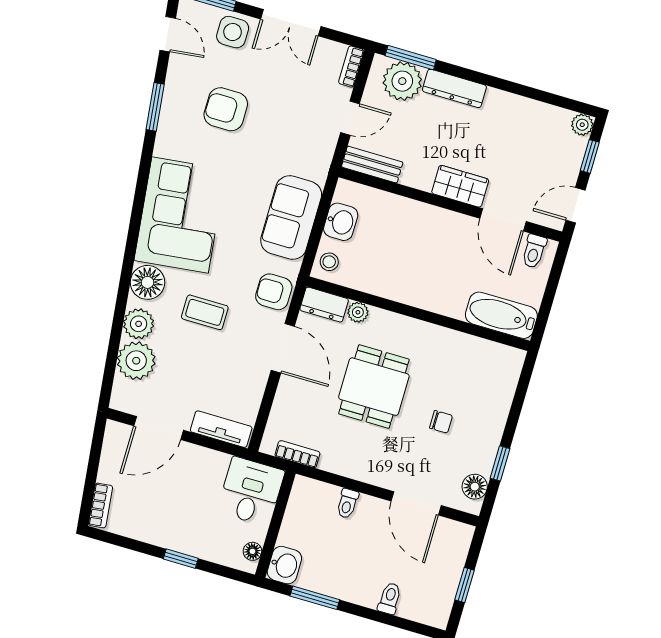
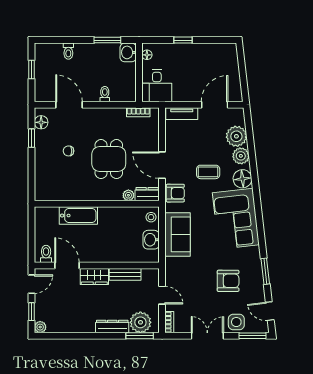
door: (350, 118) -> (162, 295), swing flipped
bench: (372, 165) -> (125, 274), moved
bathtub: (501, 315) -> (78, 216), moved
bookcase: (100, 505) -> (233, 55), removed

